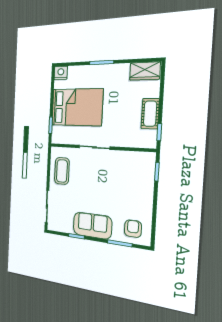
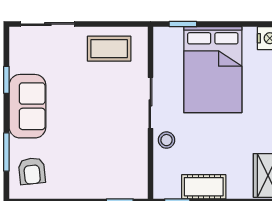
stool: (118, 138) -> (167, 140), added
armchair: (133, 229) -> (32, 171), turned 84

